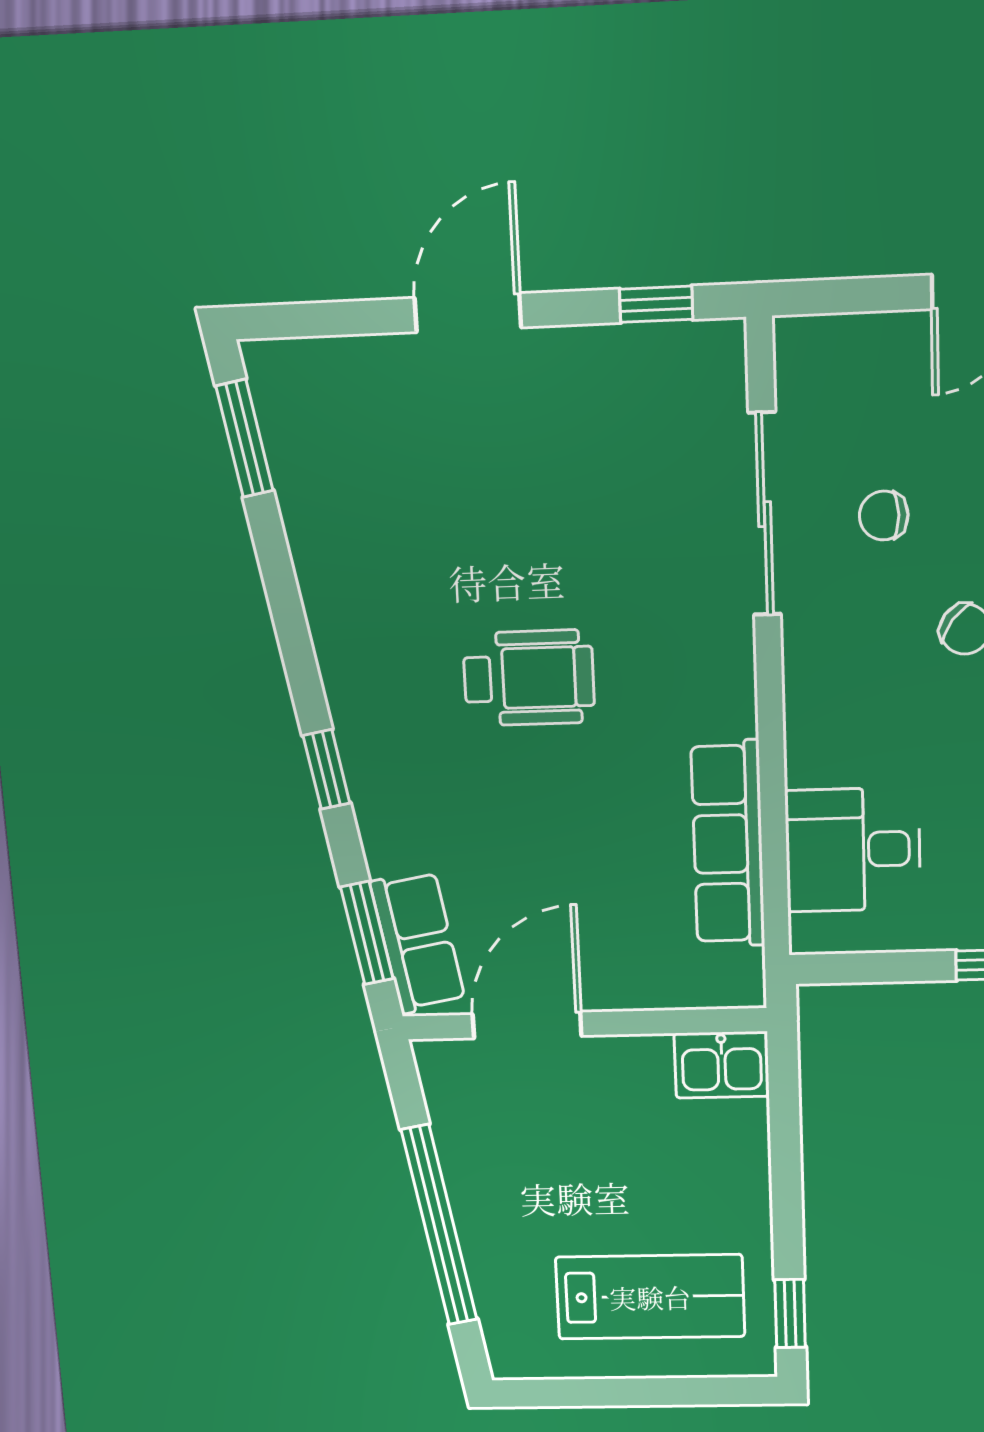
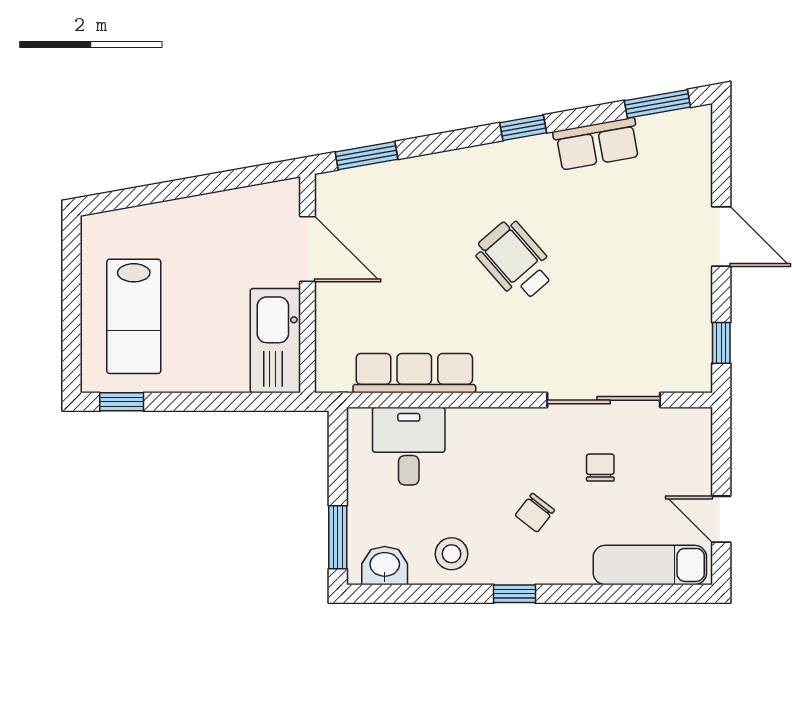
wheelchair: (529, 678) -> (515, 261), turned 139
window: (326, 769) -> (523, 128), moved
row of seats: (418, 942) -> (597, 144), moved
kitchen sink: (722, 1065) -> (275, 341), width x1.87, depth x1.24
window: (439, 1225) -> (182, 188), removed

